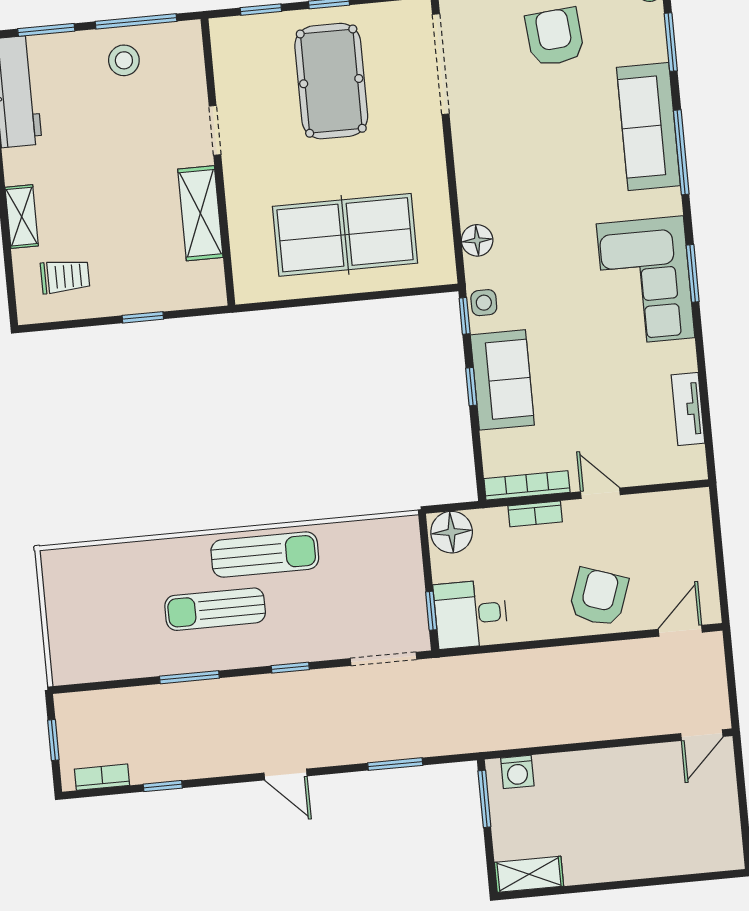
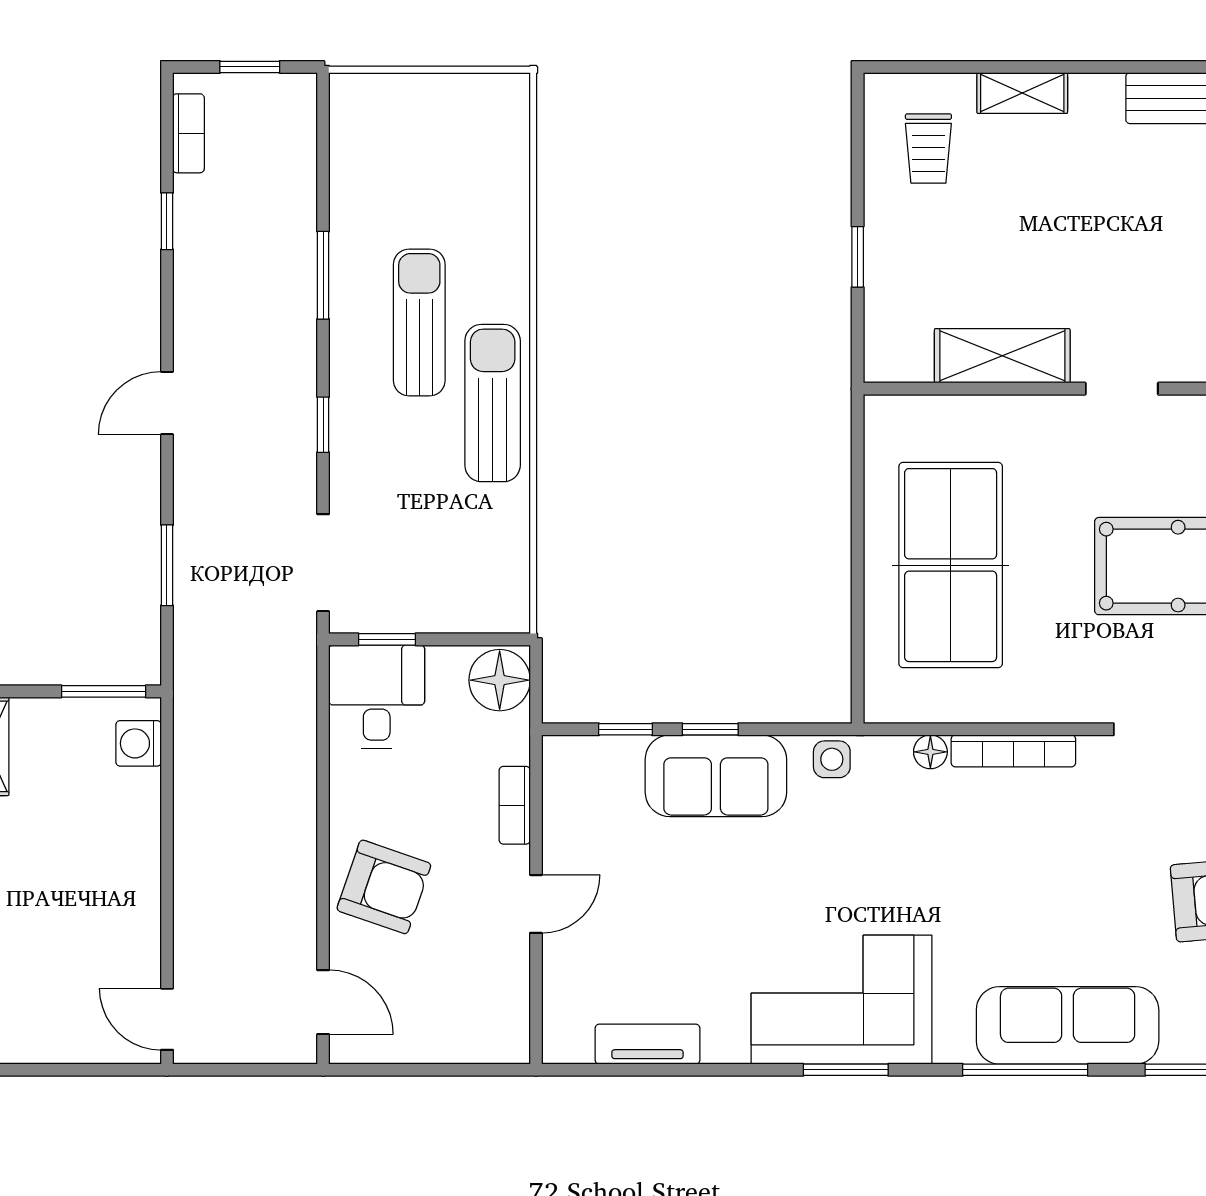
floor lamp: (477, 240) -> (930, 752), width x0.73, depth x0.73
window: (465, 316) -> (625, 729), moved
bookcase: (527, 485) -> (1013, 751), moved, turned 90
sun lounger: (265, 555) -> (493, 403), turned 180

